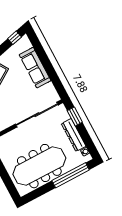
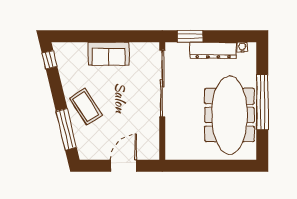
sofa: (35, 68) -> (109, 54), width x0.73
window: (71, 175) -> (262, 102), moved

